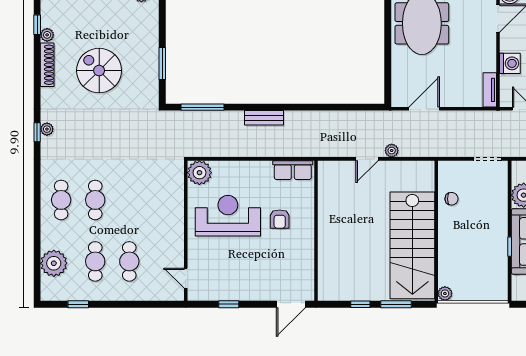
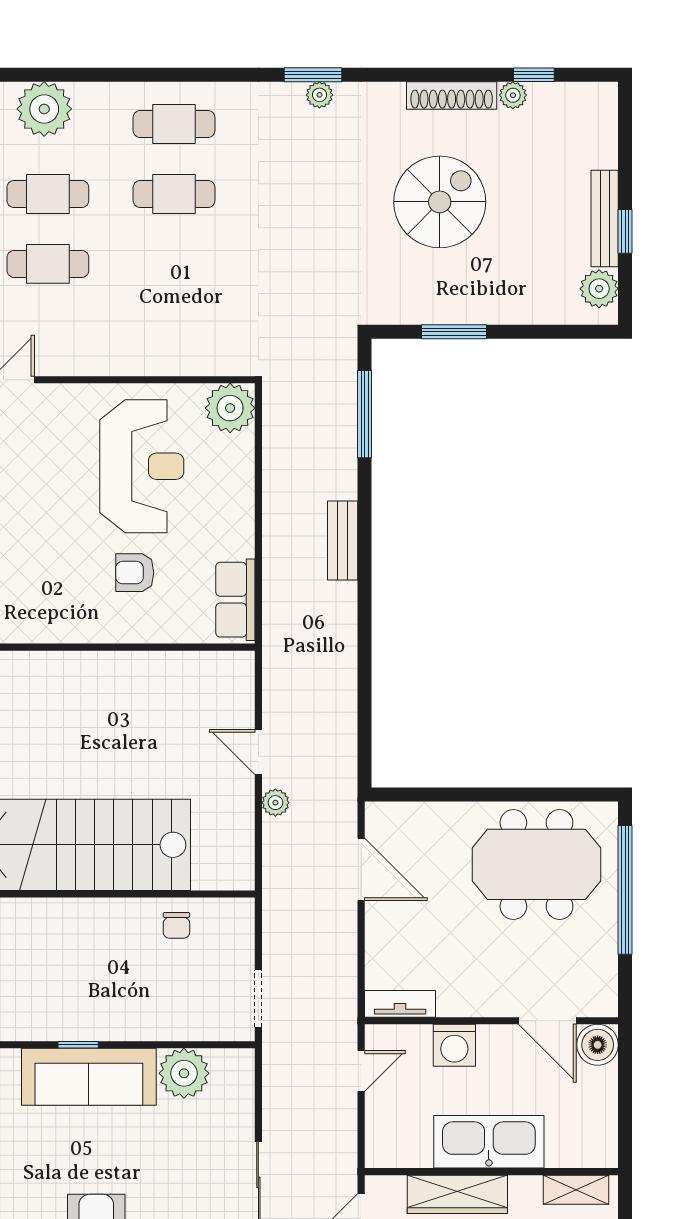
window: (37, 132) -> (313, 75), width x1.50

